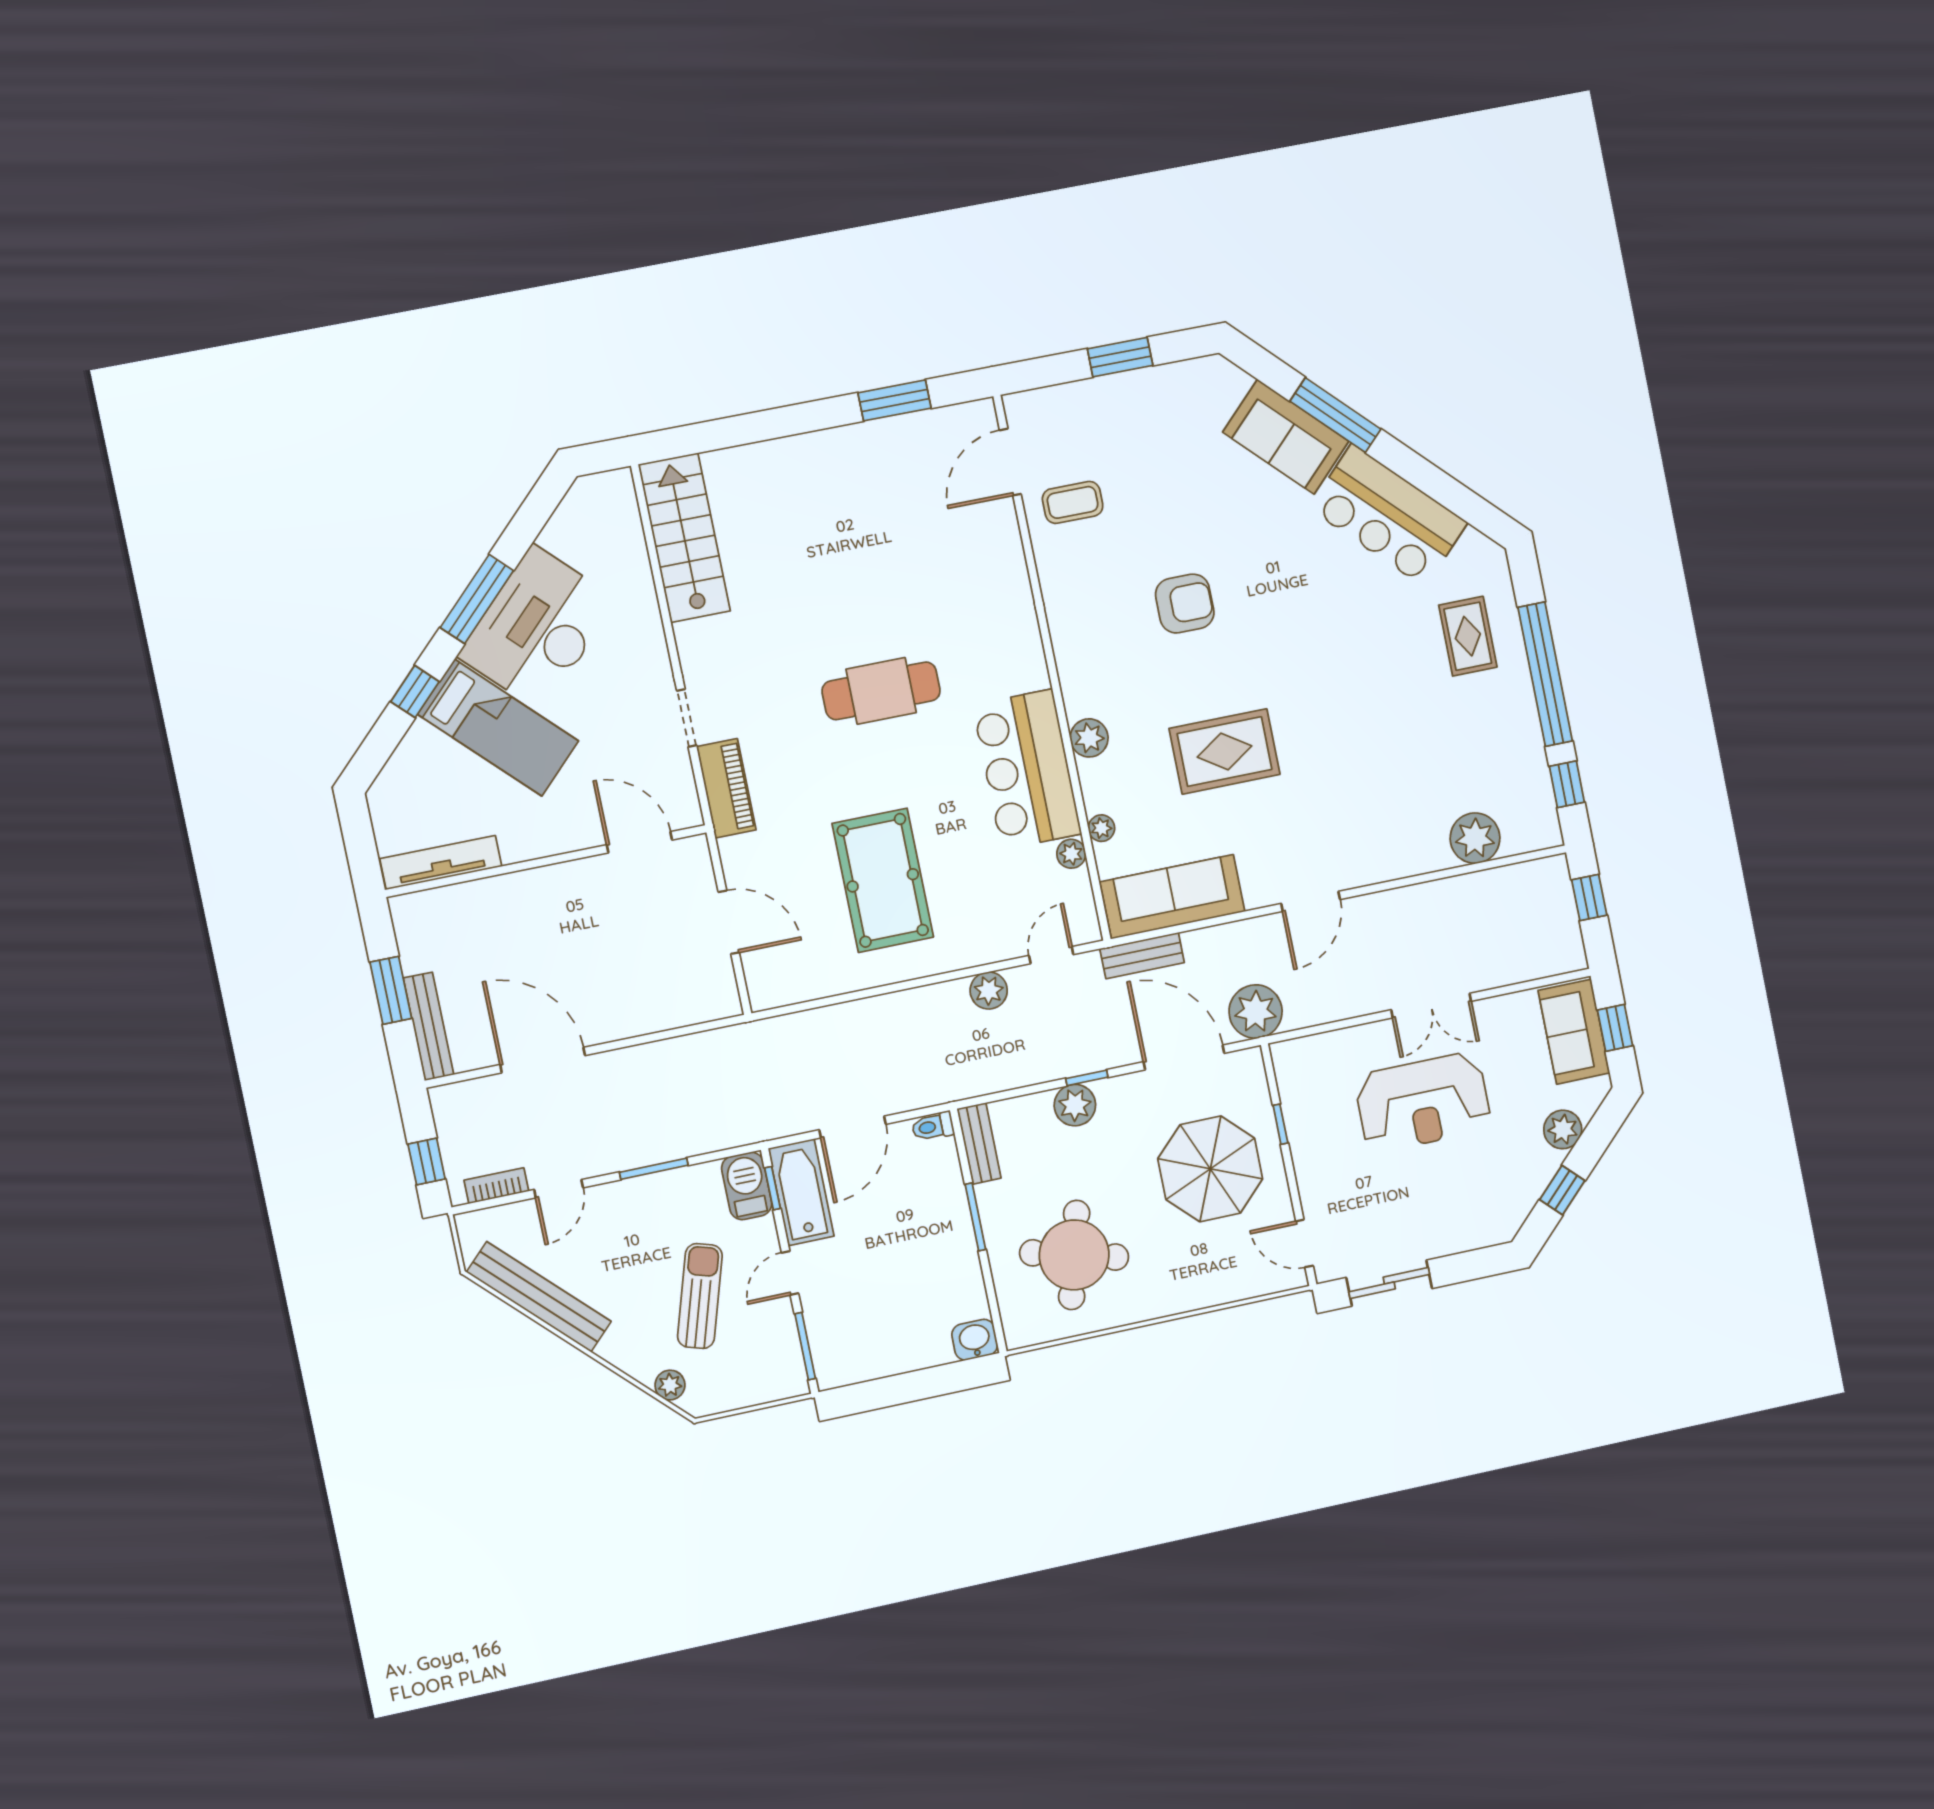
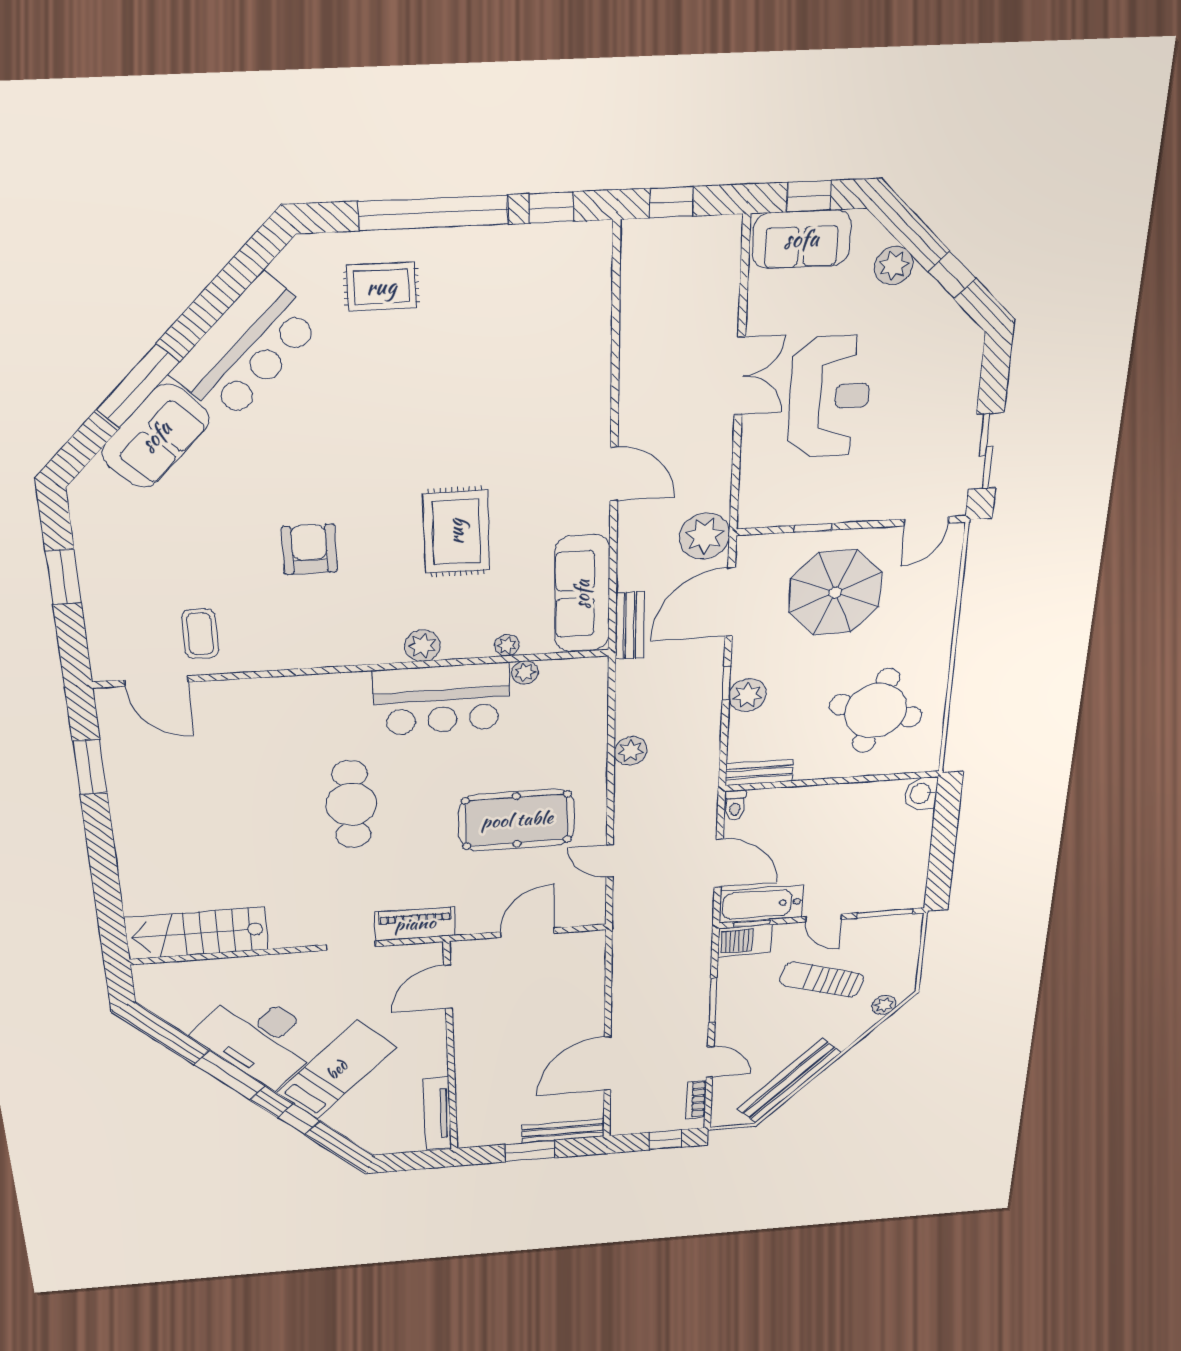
plant: (1475, 838) -> (587, 310), removed
door: (1051, 955) -> (610, 861), moved
window: (975, 1217) -> (820, 782), removed

